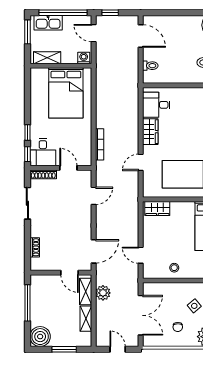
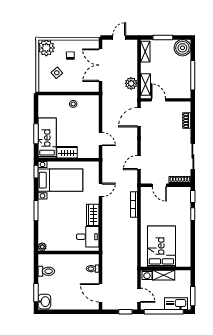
shelving: (47, 58) -> (164, 275), moved
desk: (43, 152) -> (180, 198), removed
wardrobe: (157, 208) -> (67, 152), moved
door: (141, 255) -> (100, 139), moved
shelving: (86, 319) -> (145, 52), moved
door: (118, 349) -> (119, 37), swing flipped

